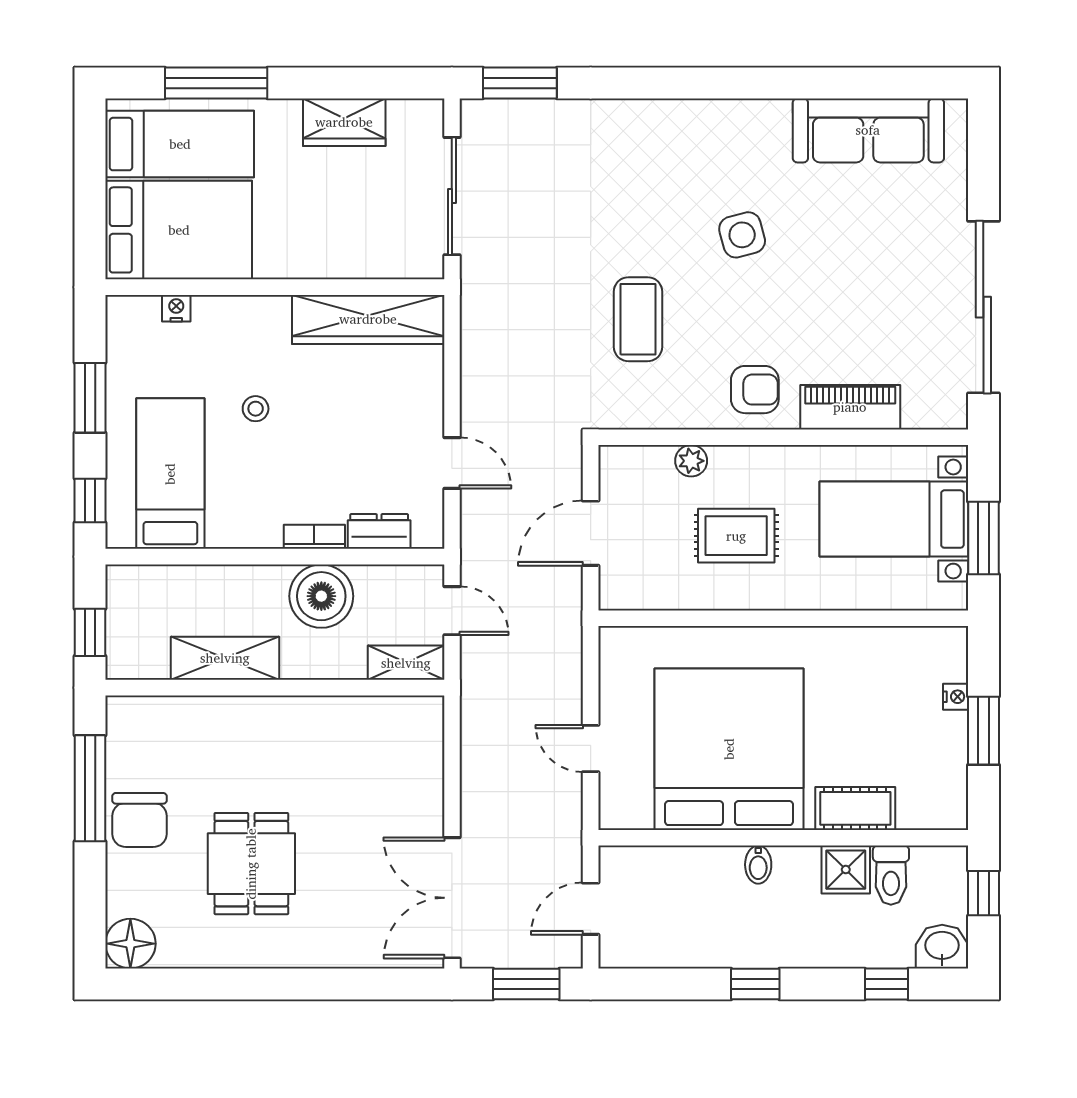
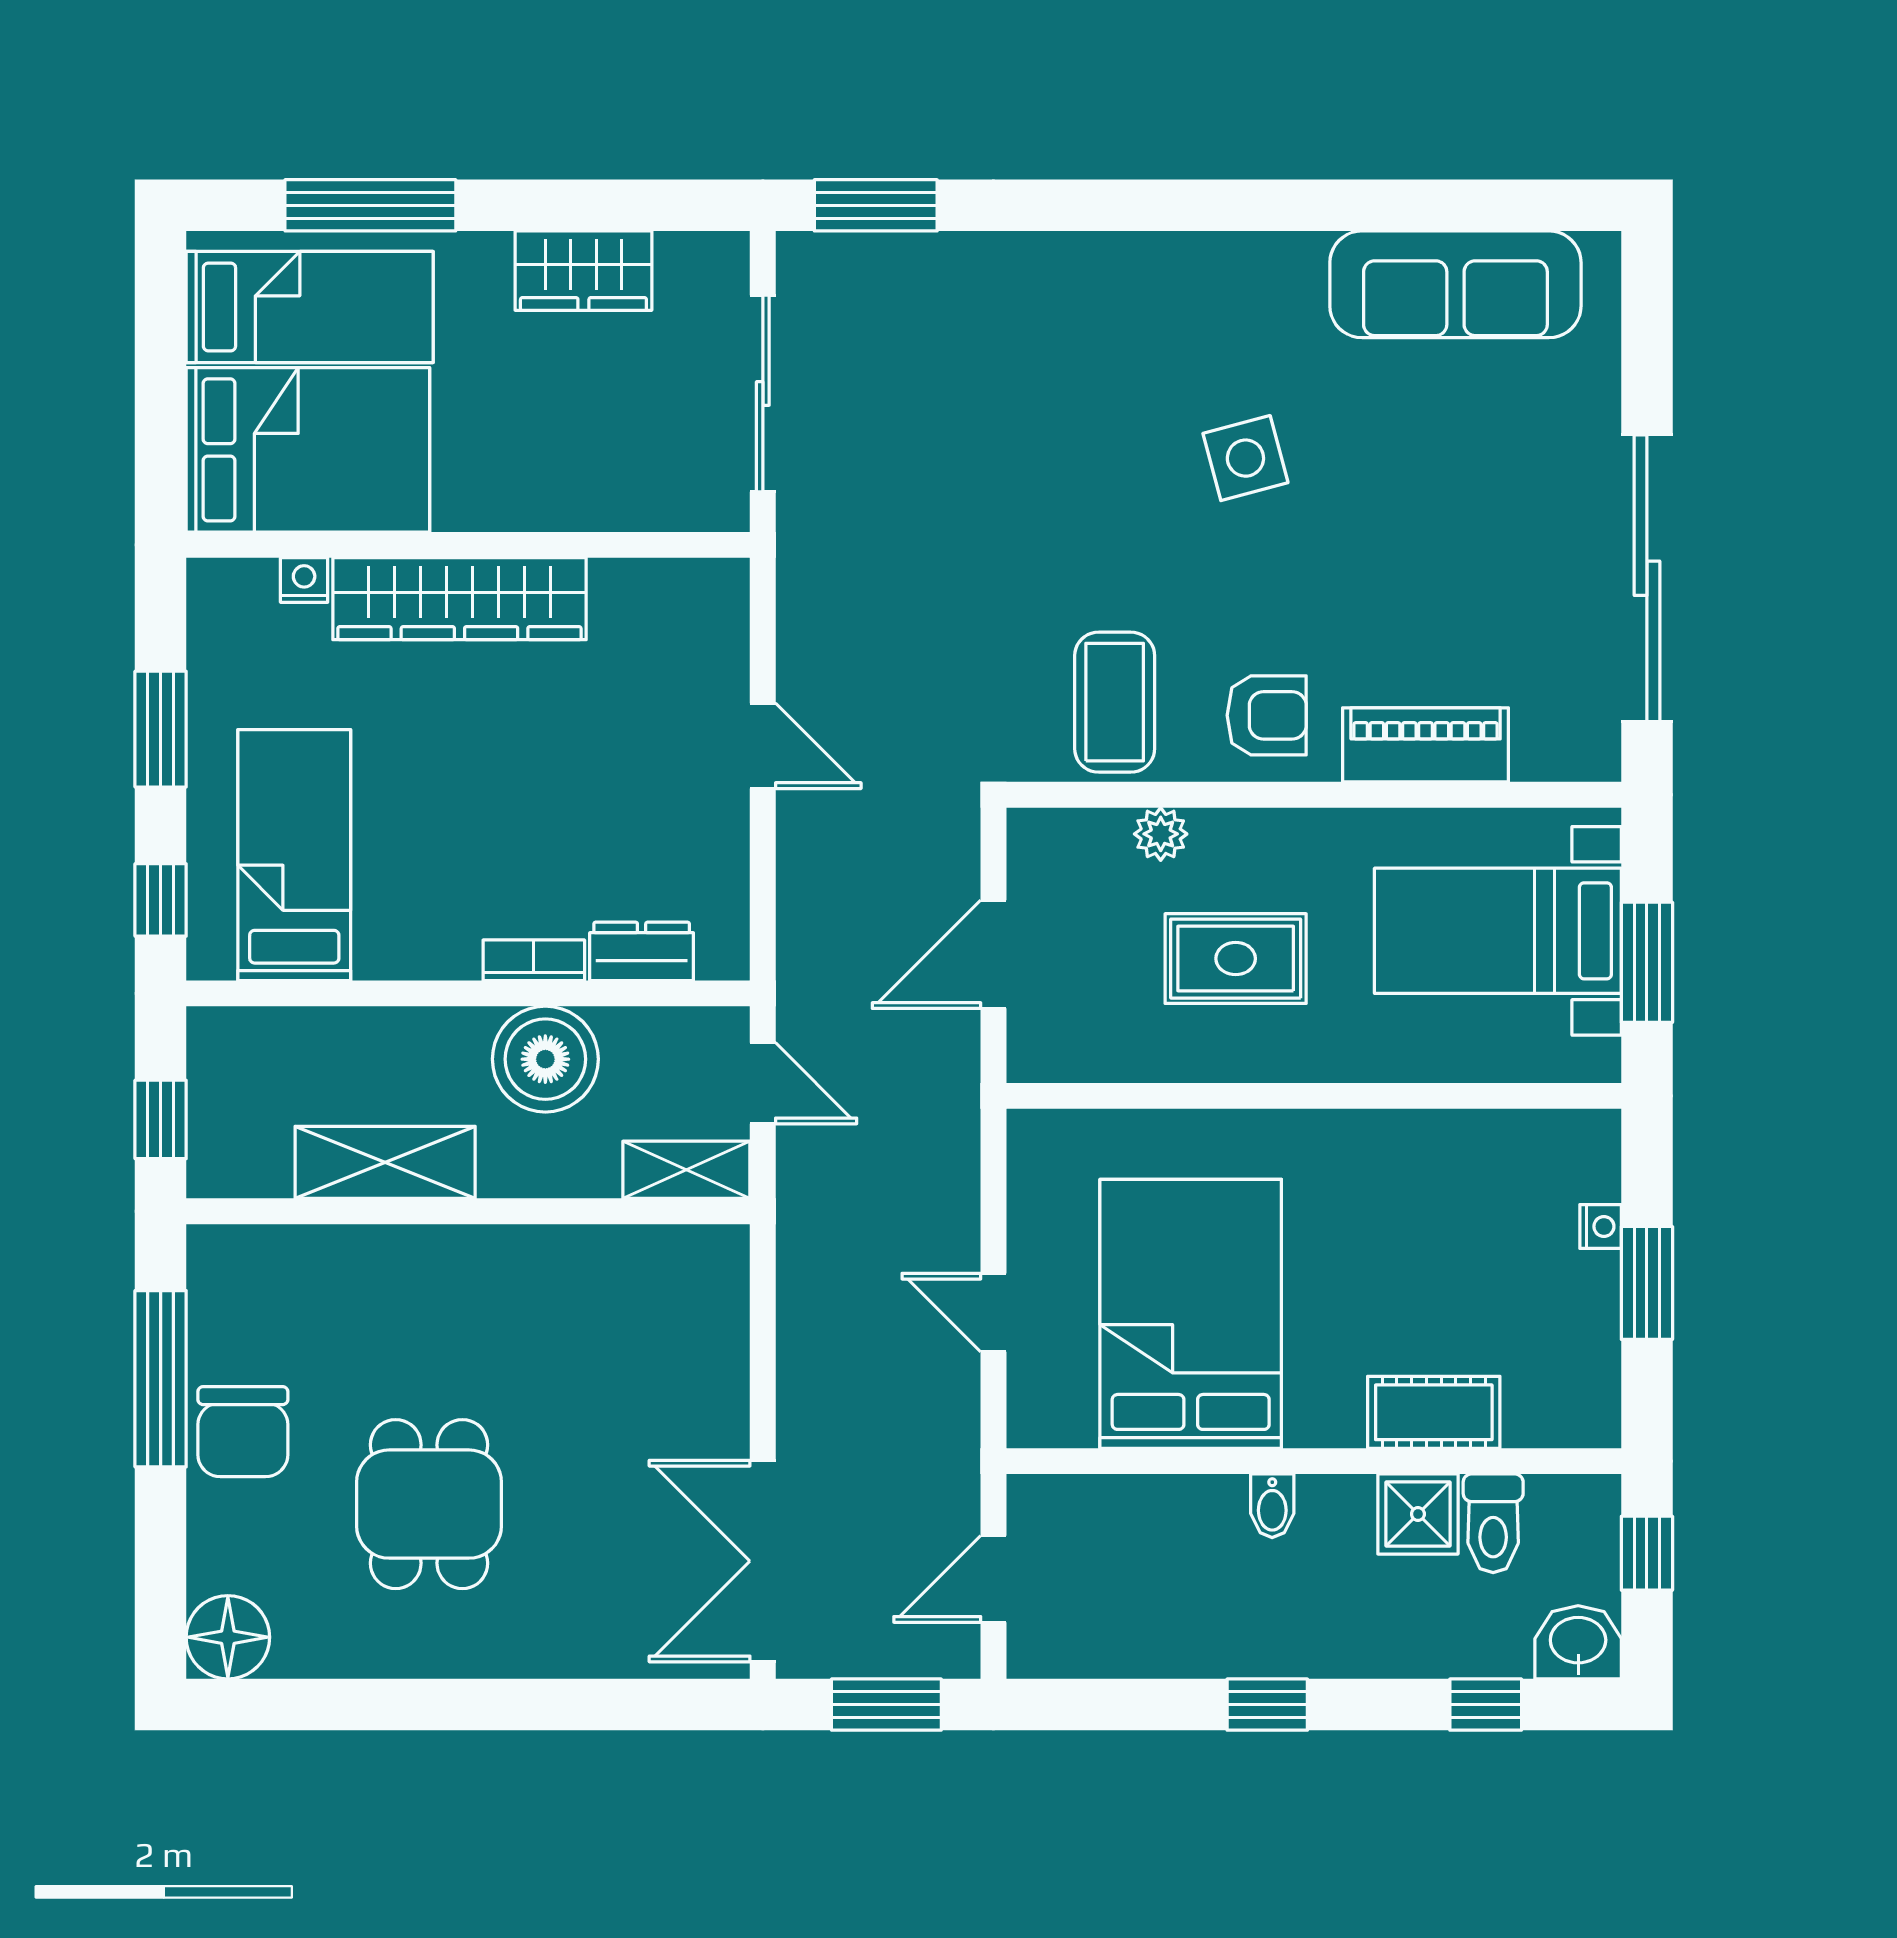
wardrobe: (368, 319) -> (459, 599), moved
coffee table: (638, 319) -> (1115, 702), moved
stool: (256, 409) -> (436, 747), removed
door: (452, 463) -> (763, 746), moved
bed: (729, 749) -> (1191, 1314), width x0.73

